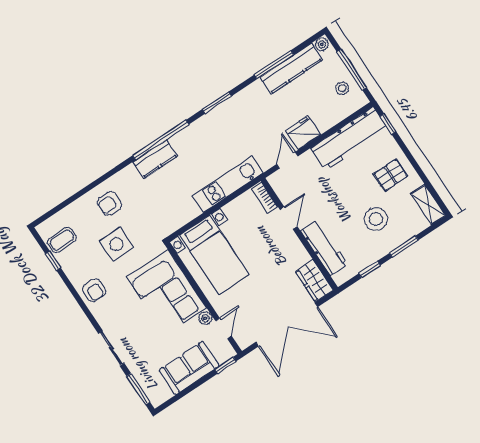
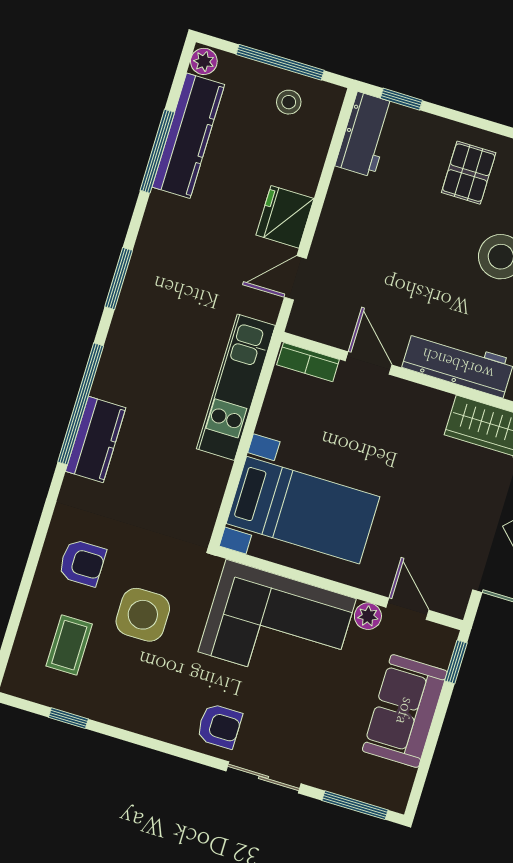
workbench: (349, 139) -> (365, 134), width x0.53, depth x0.76
door: (287, 160) -> (295, 278), hinge flipped
armchair: (109, 204) -> (82, 563), turned -90
coffee table: (62, 240) -> (69, 645), moved
armchair: (94, 290) -> (219, 726), moved

